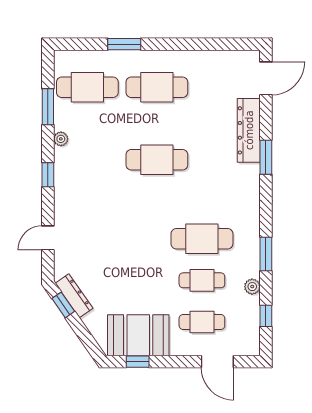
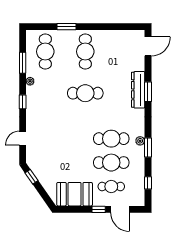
cafe table: (87, 87) -> (45, 52), turned 90
cafe table: (157, 87) -> (85, 52), turned 90
dresser: (249, 130) -> (138, 90), moved
cafe table: (202, 280) -> (111, 163), width x1.37, depth x1.35
plant: (252, 287) -> (140, 141), moved
dresser: (74, 296) -> (38, 171), removed
window: (138, 362) -> (99, 209), moved

